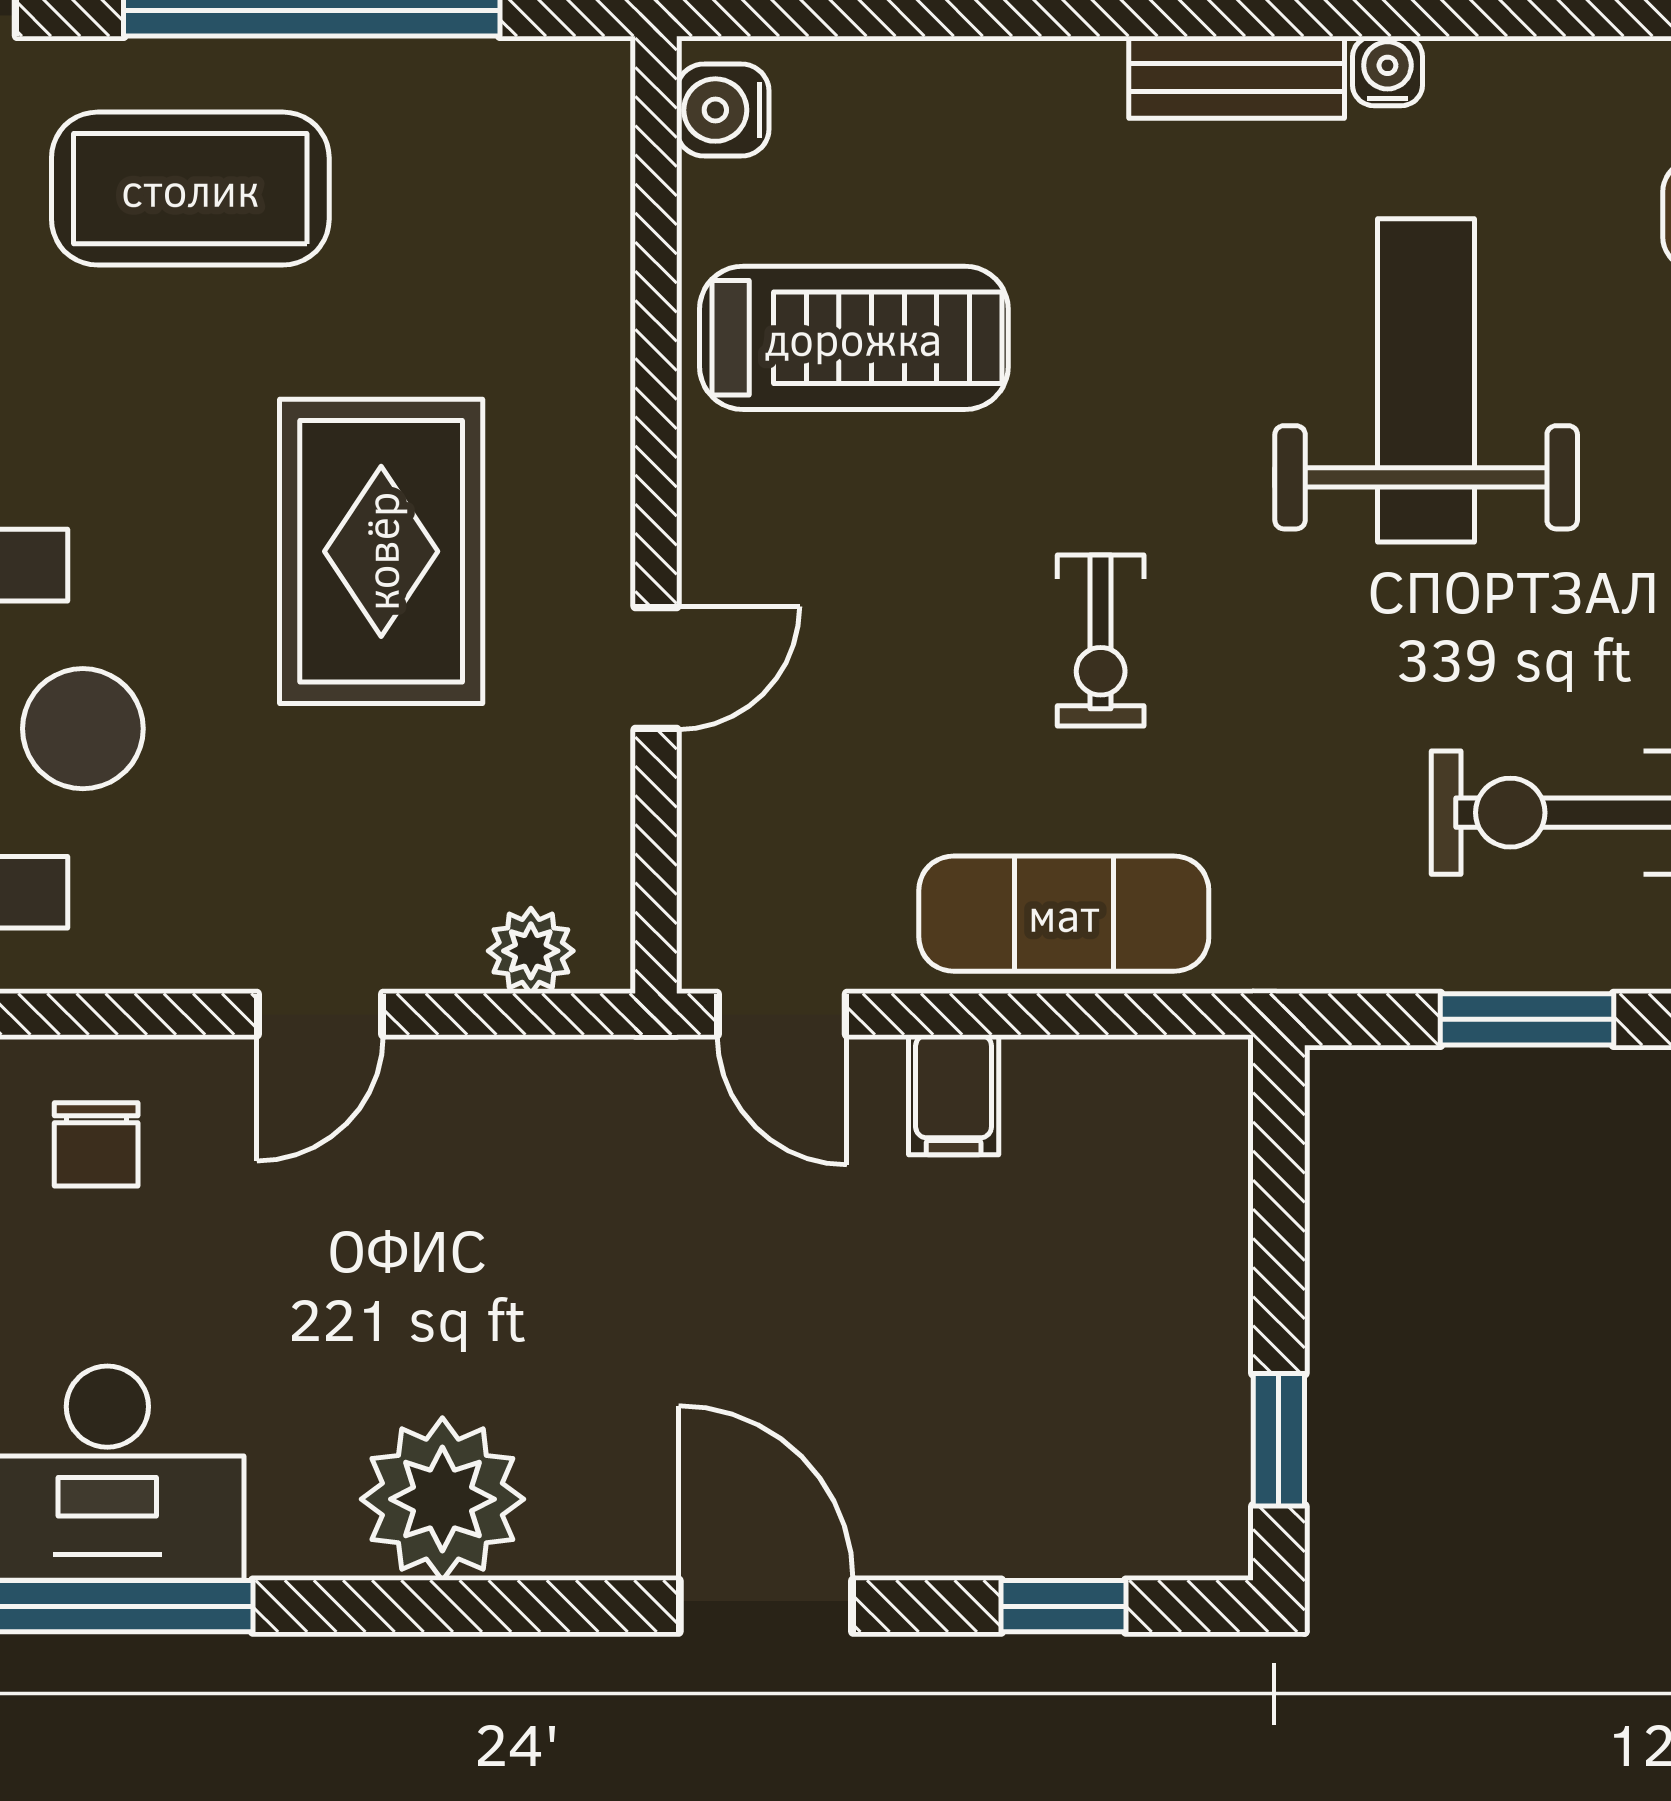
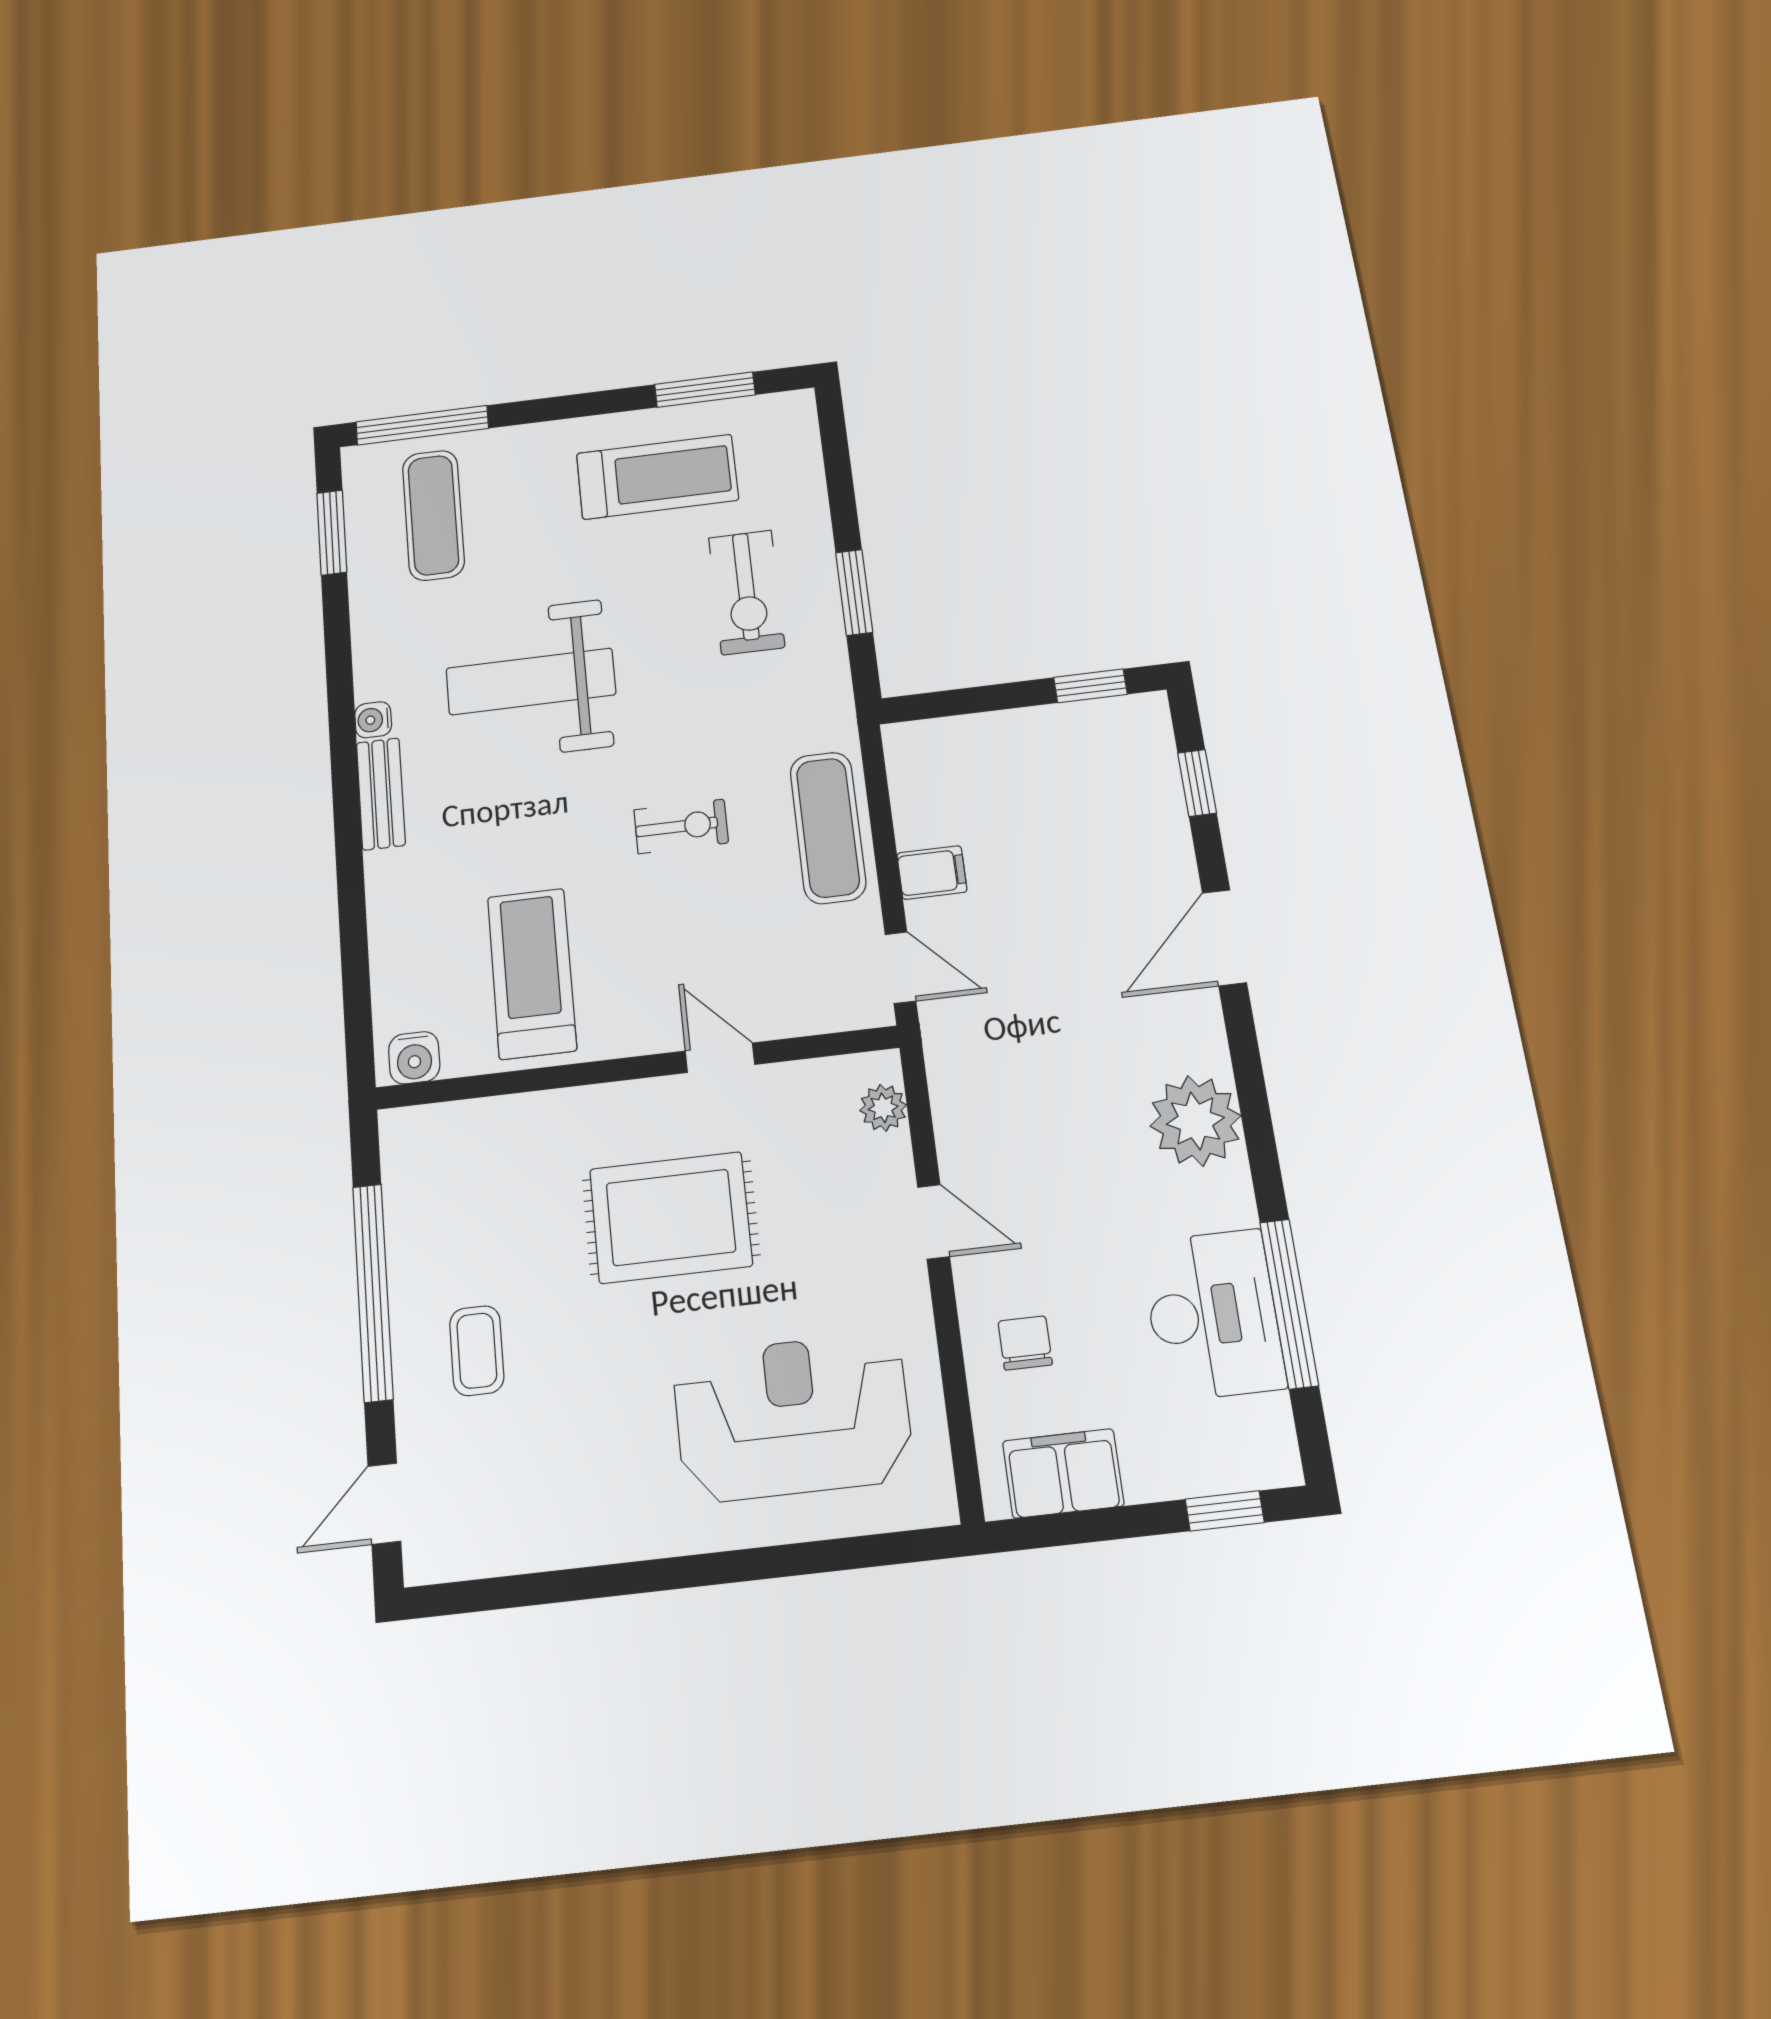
coffee table: (190, 189) -> (477, 1351), width x0.54, depth x0.58
door: (782, 1014) -> (900, 968), hinge flipped
chair: (96, 1144) -> (1025, 1343), turned -90

